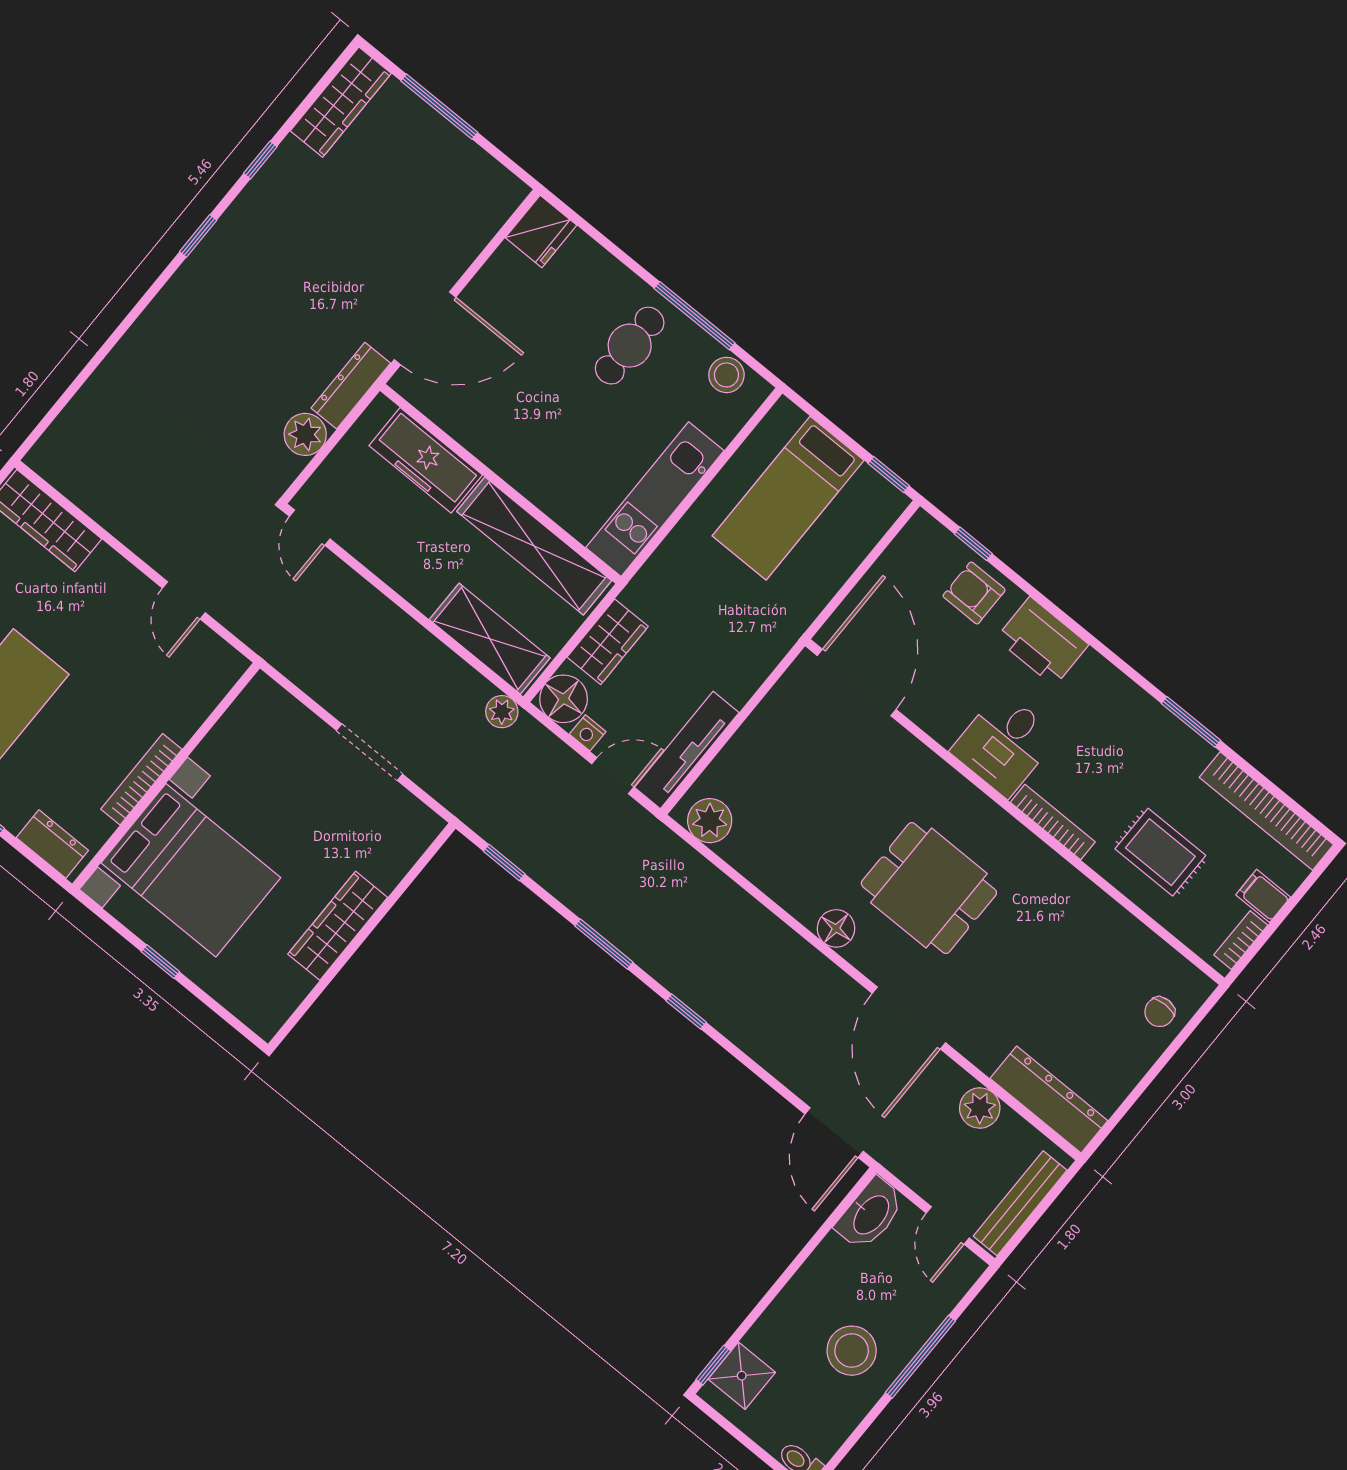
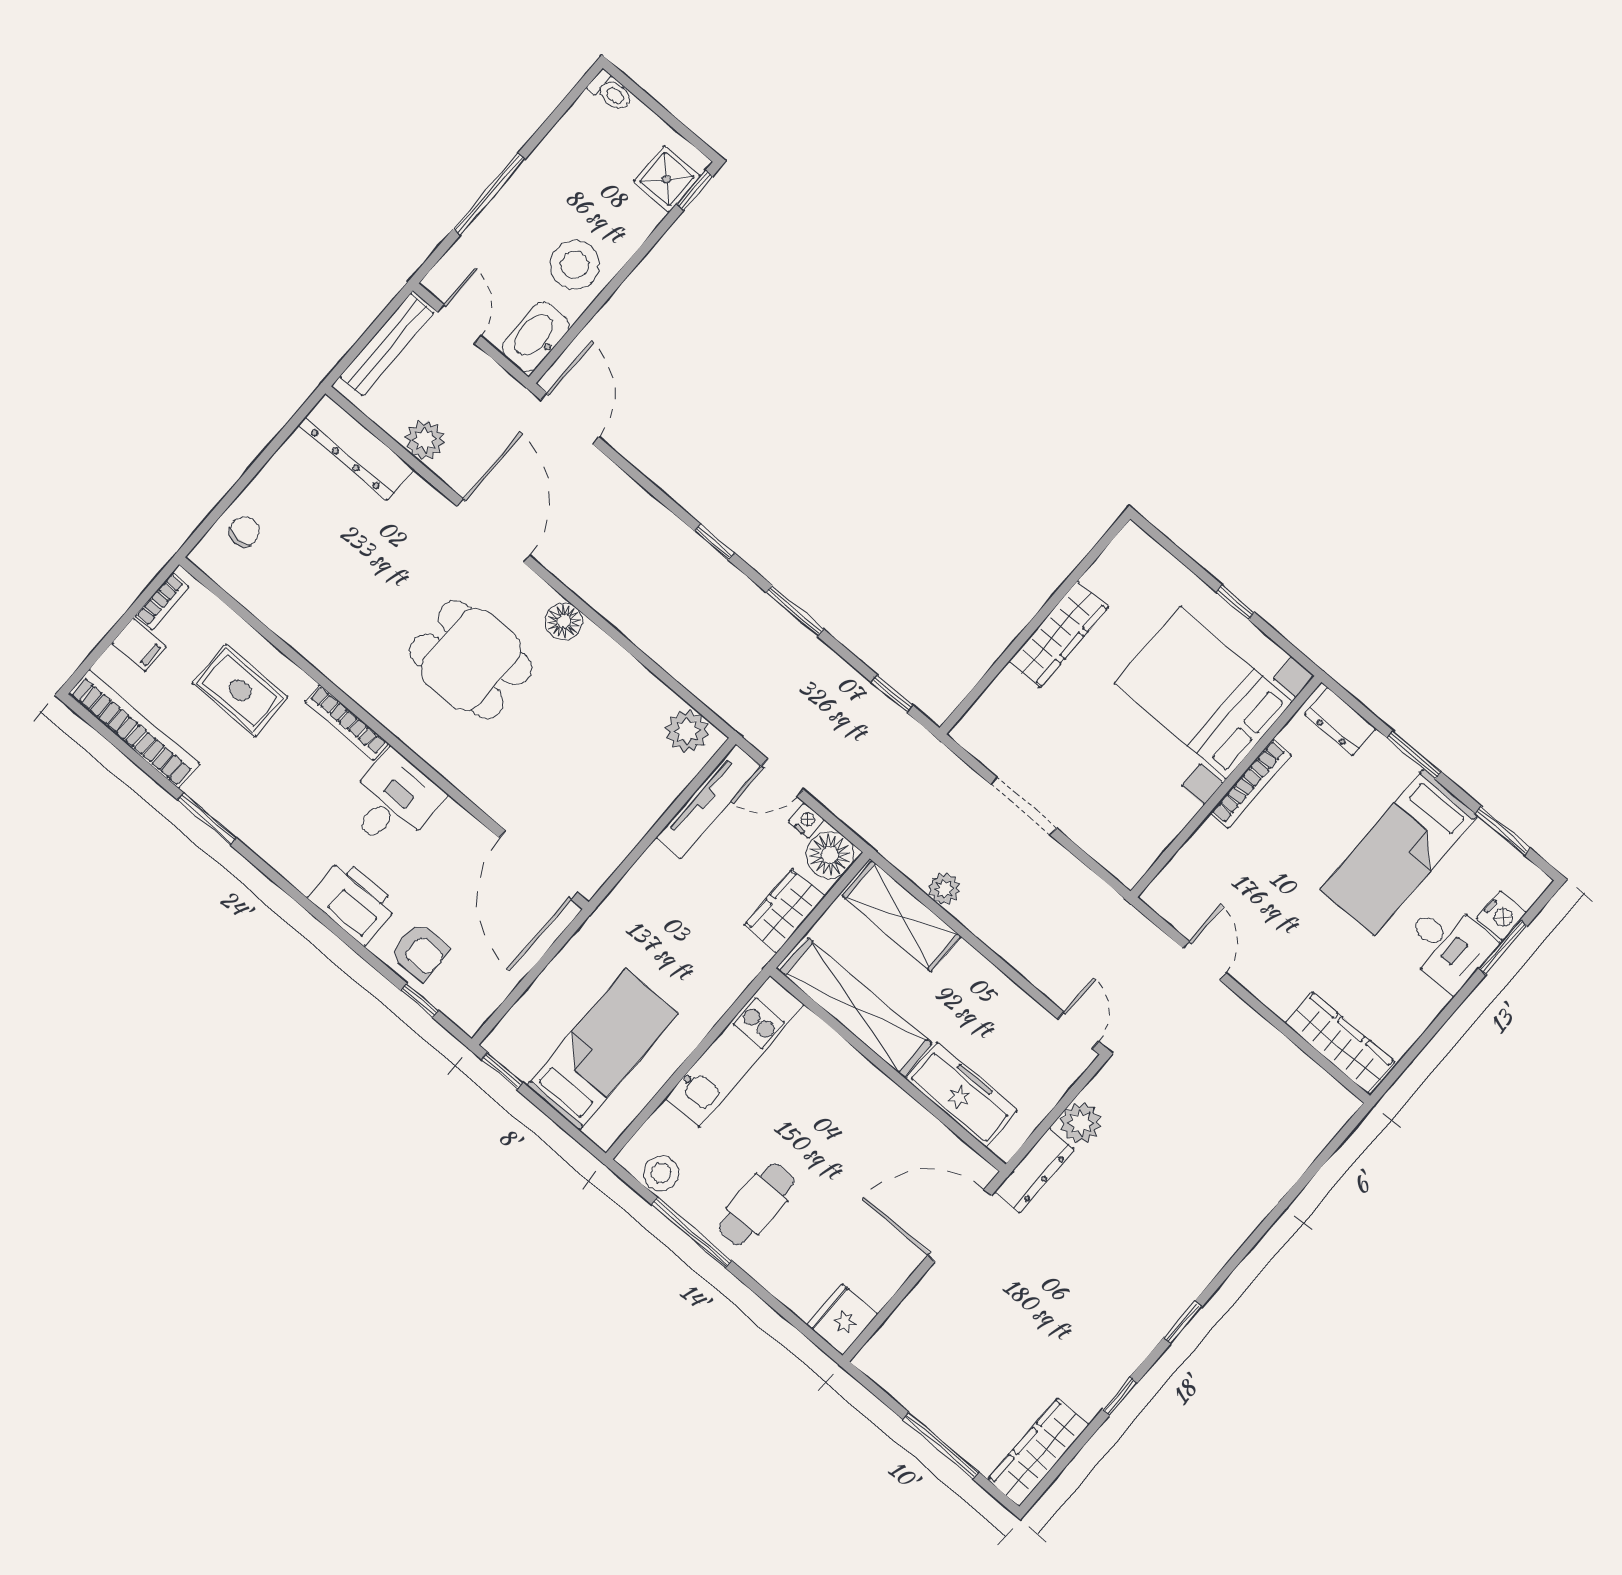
plant: (502, 712) -> (944, 889), moved
stool: (852, 1351) -> (575, 265), moved

